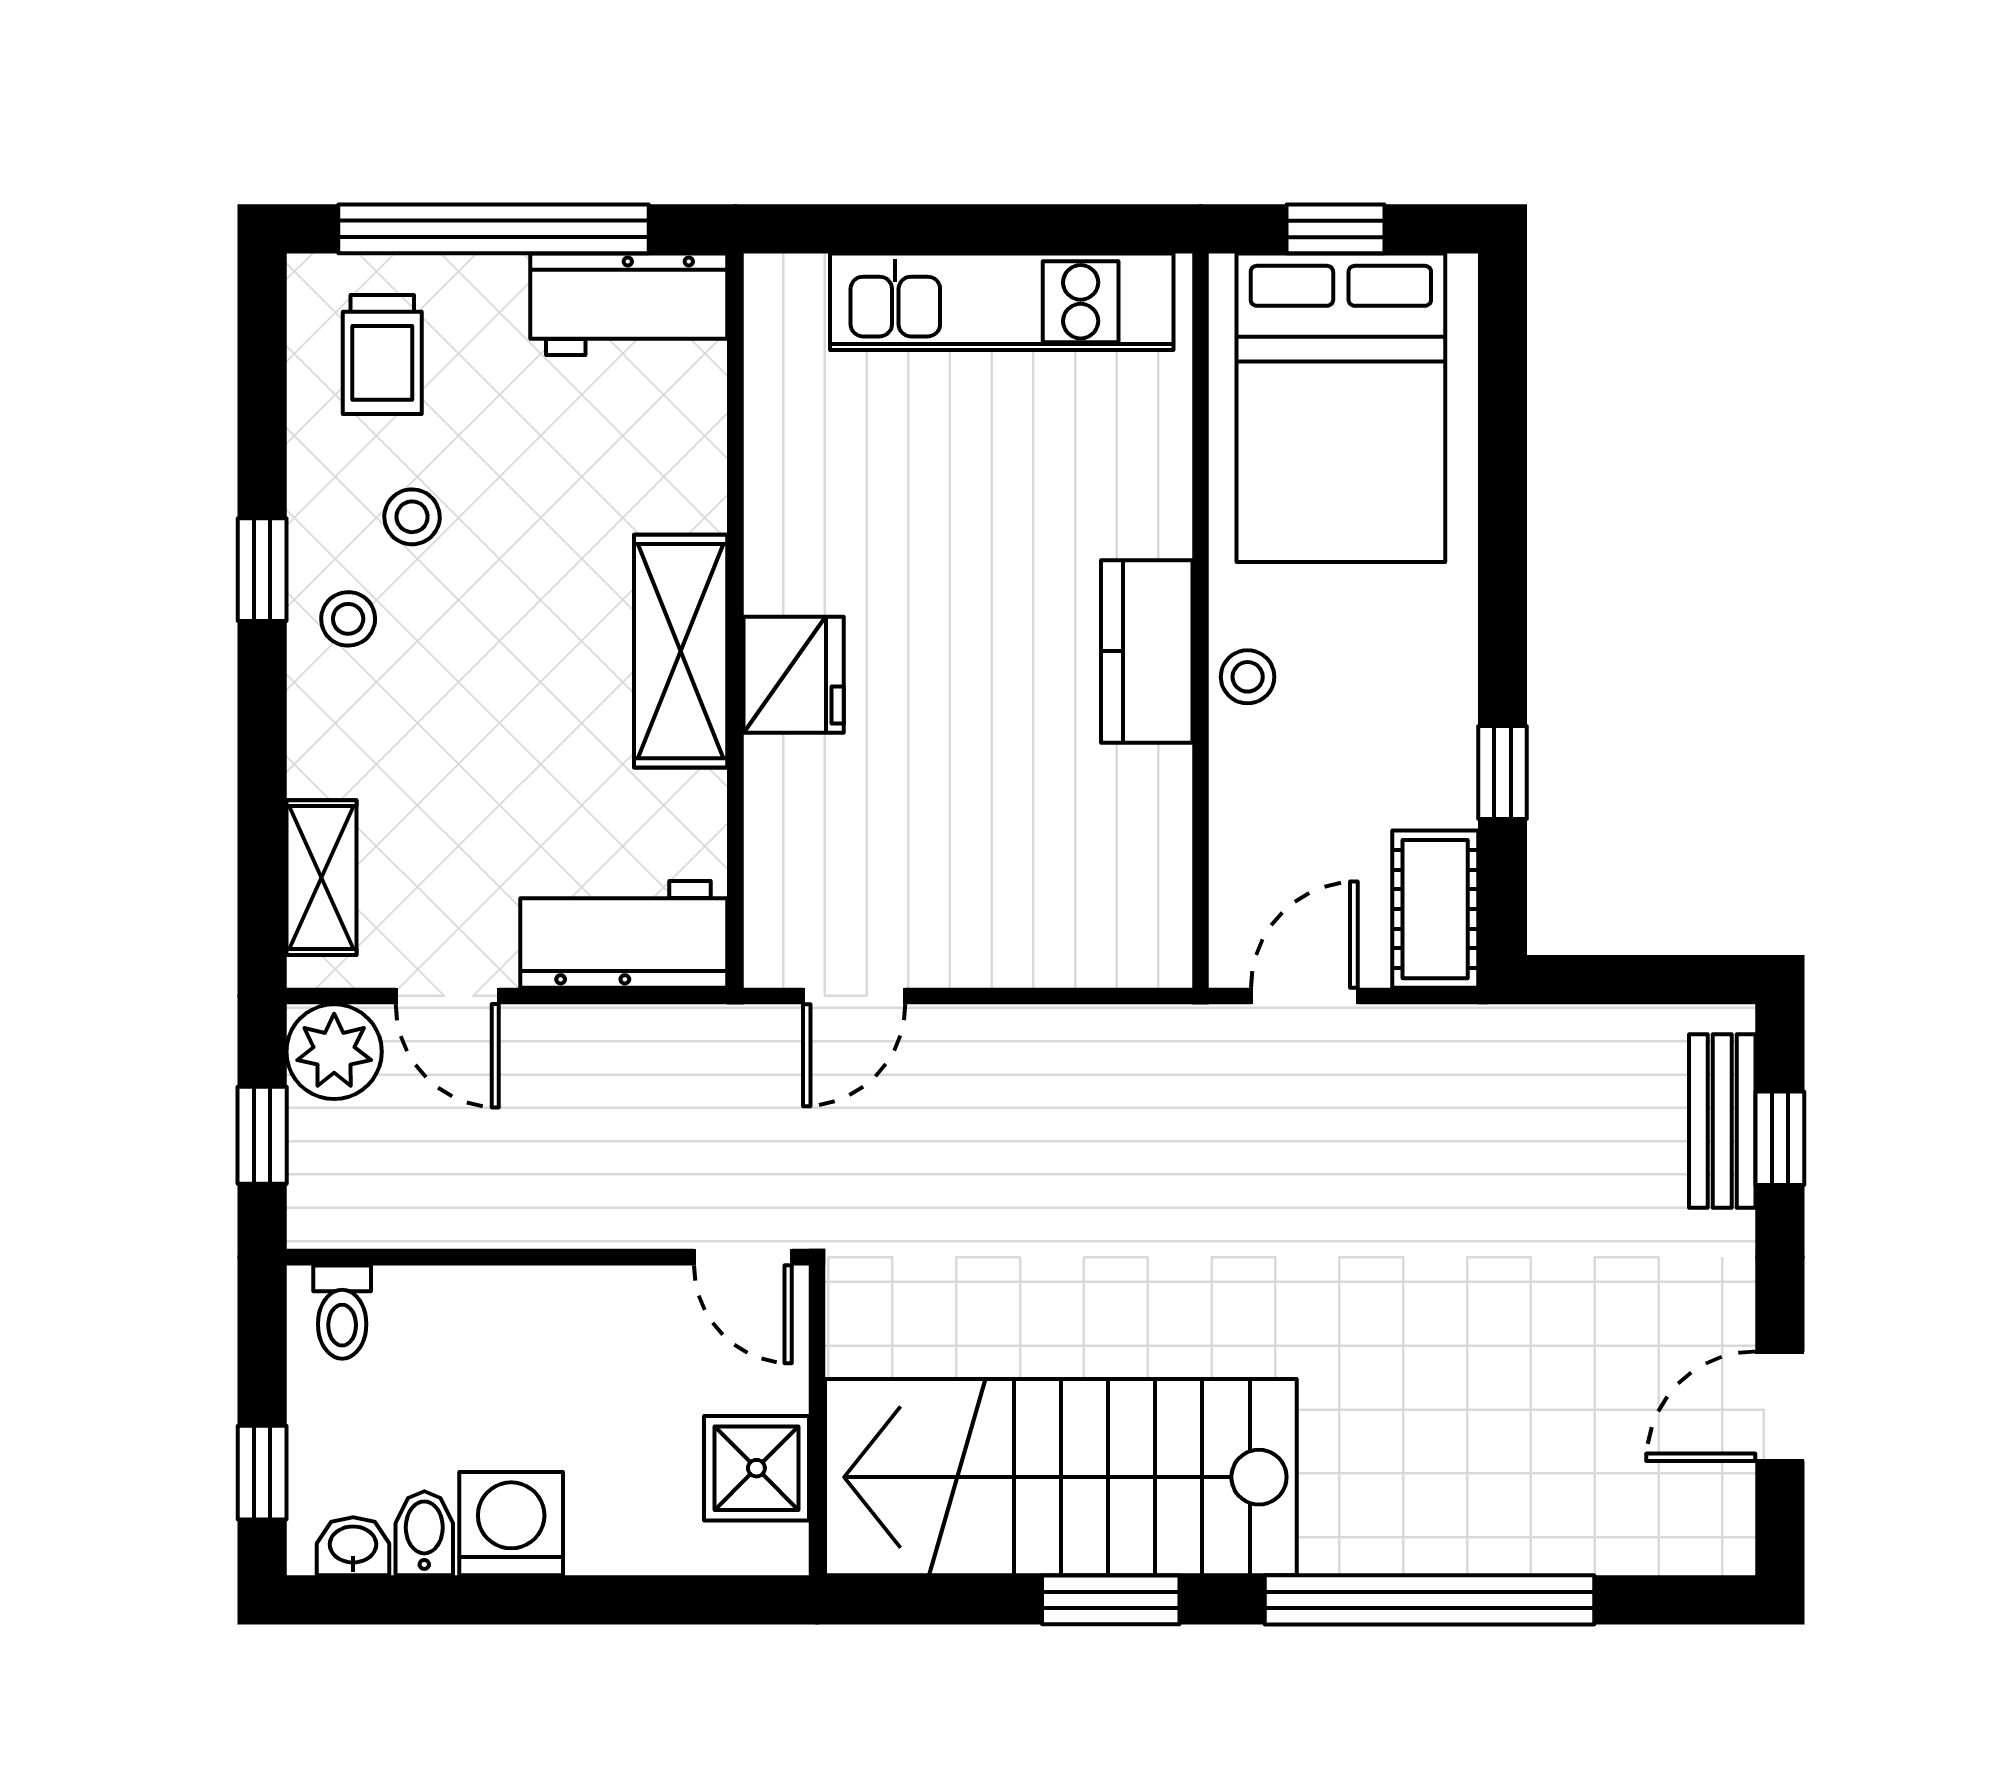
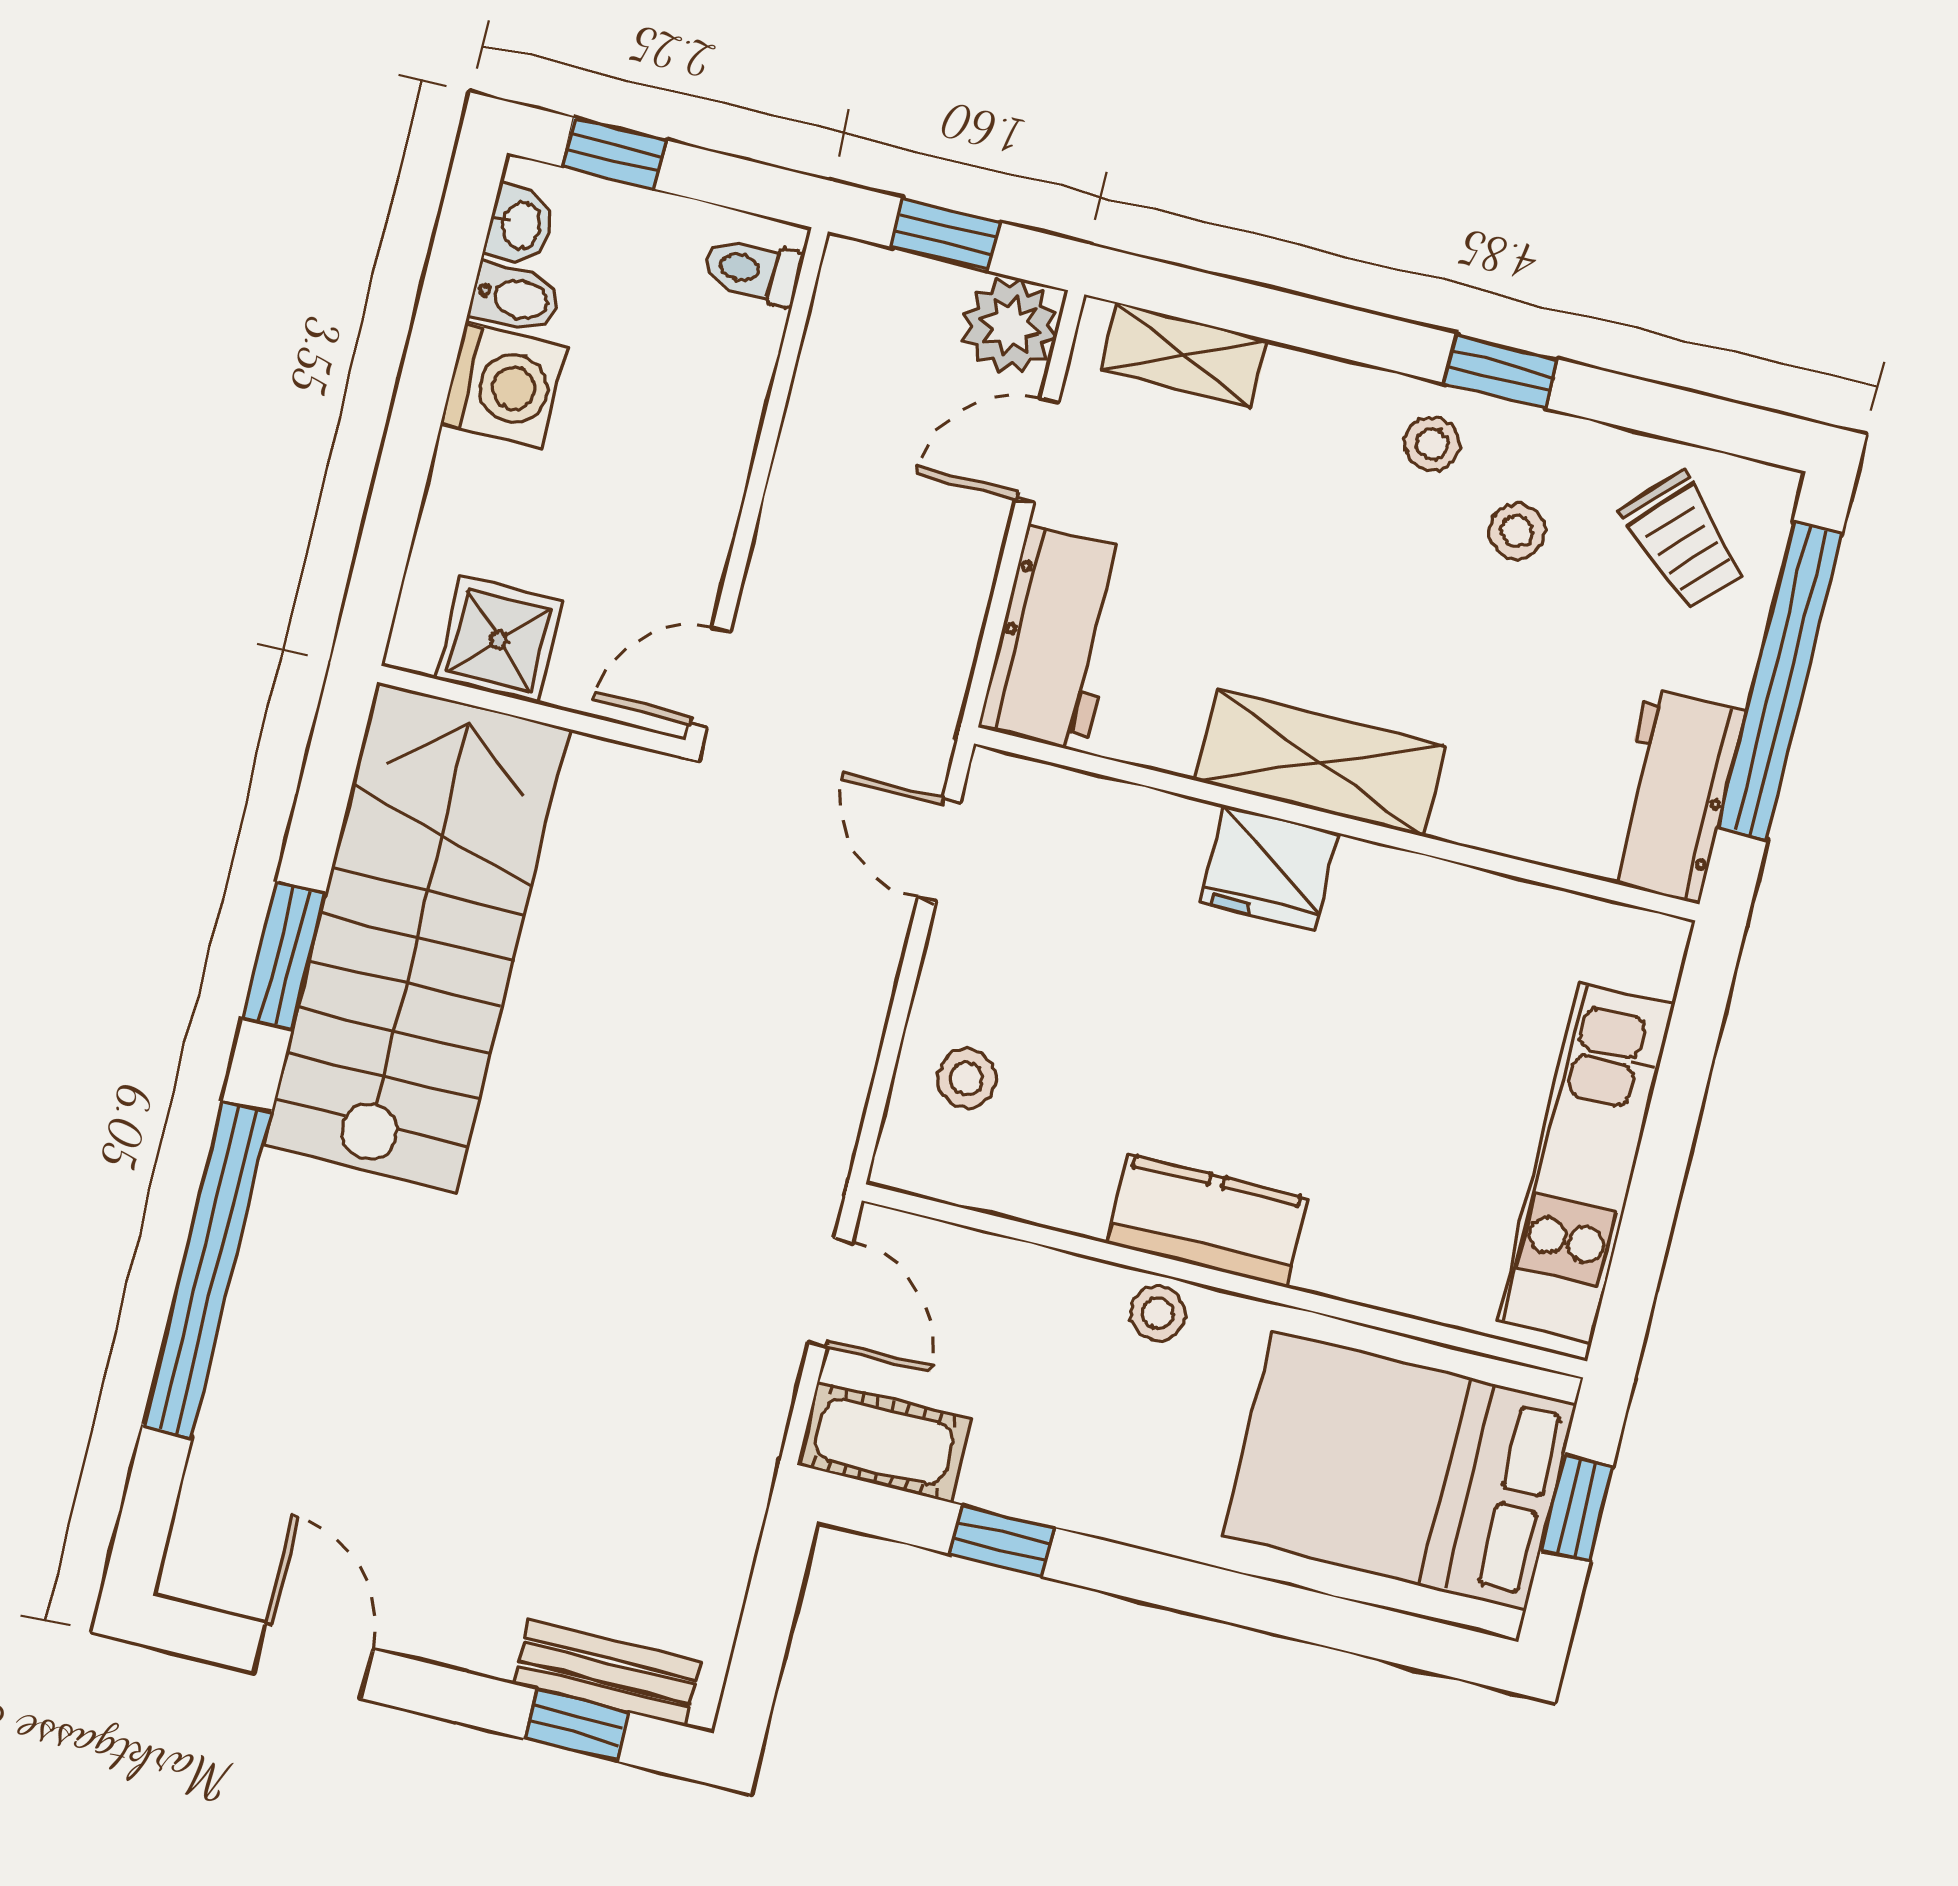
trolley: (382, 355) -> (1683, 541), turned -136
stool: (1067, 916) -> (966, 1078), added

